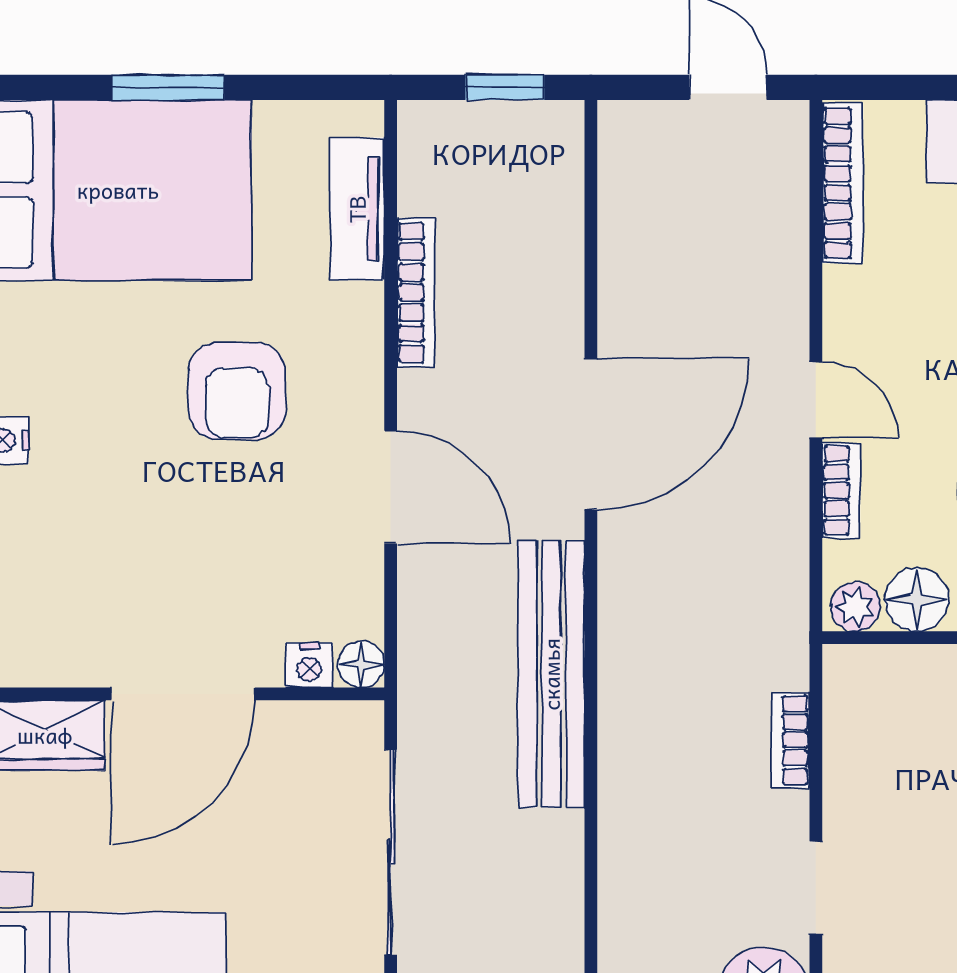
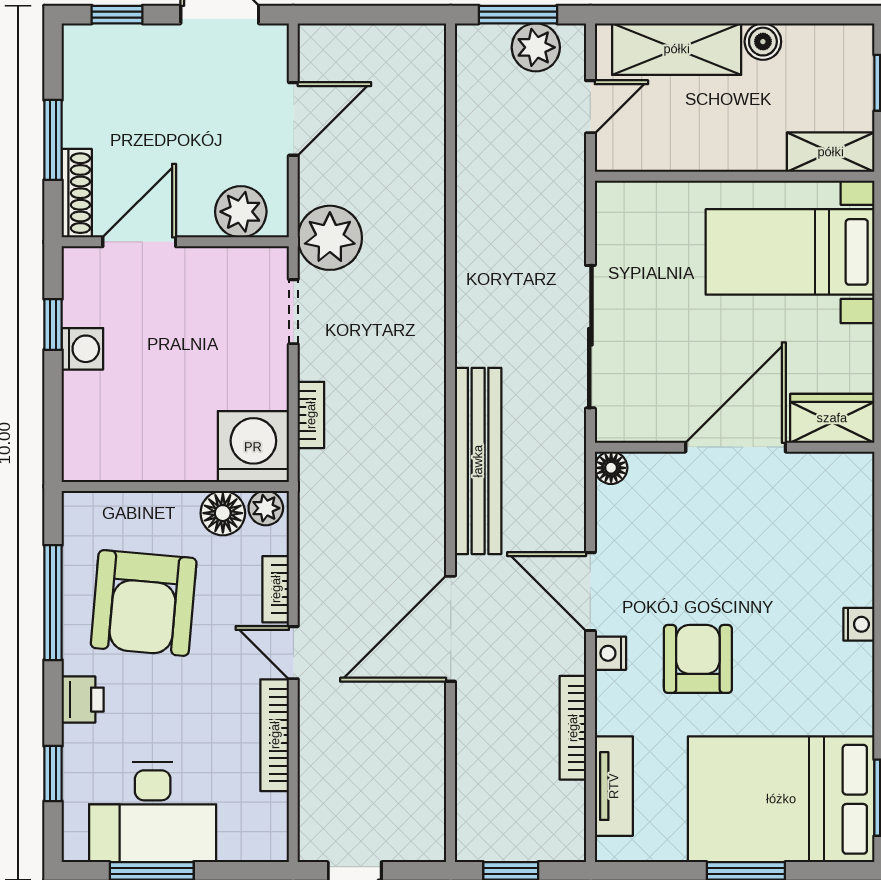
bookcase: (843, 183) -> (275, 735), moved
nightstand: (309, 665) -> (610, 653), moved, turned -90
washing machine: (873, 695) -> (253, 447), added

